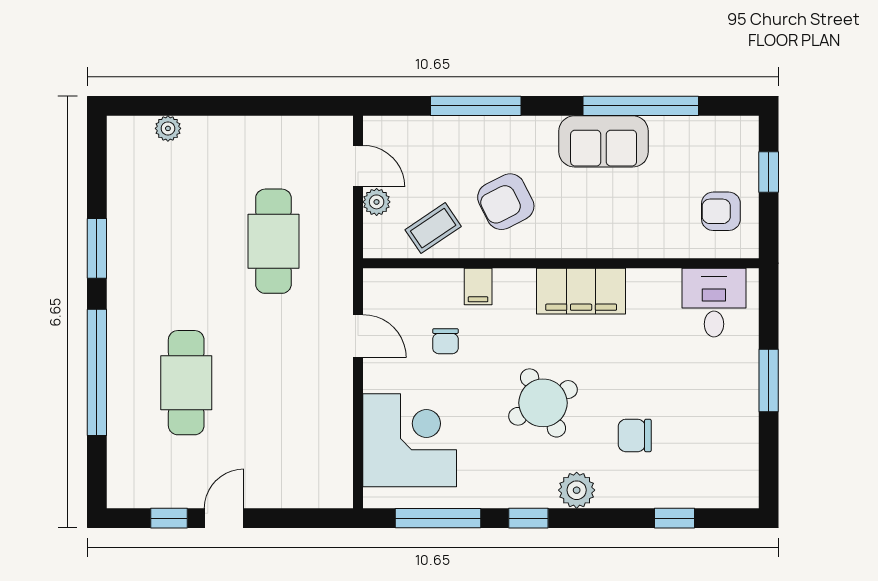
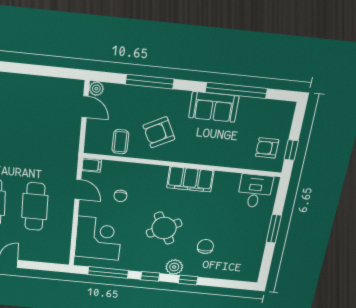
window: (769, 172) -> (291, 150), moved
plant: (377, 202) -> (96, 89), moved
coffee table: (433, 228) -> (120, 142), turned -56
cafe table: (273, 241) -> (35, 207), moved
filing cabinet: (478, 286) -> (92, 165), moved, turned -90
chair: (635, 435) -> (205, 246), turned 89
window: (675, 518) -> (188, 280), moved

